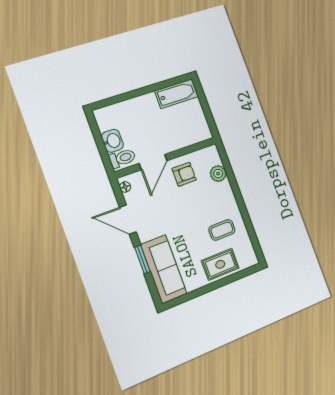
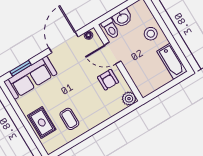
stool: (139, 111) -> (151, 34), added
plant: (218, 174) -> (129, 99), moved
door: (128, 220) -> (64, 42), width x1.36
window: (142, 259) -> (21, 68), moved

